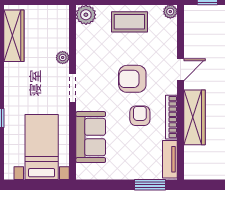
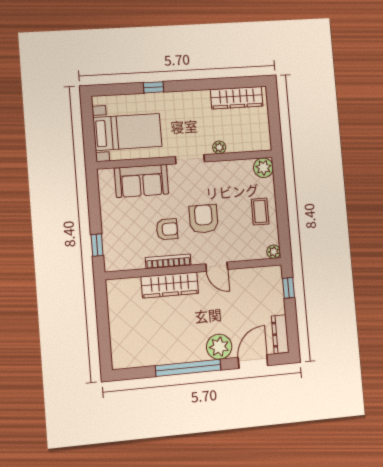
coffee table: (129, 22) -> (260, 212), width x0.73, depth x0.77
tv unit: (170, 159) -> (125, 263), removed
window: (150, 185) -> (97, 245), width x0.67

